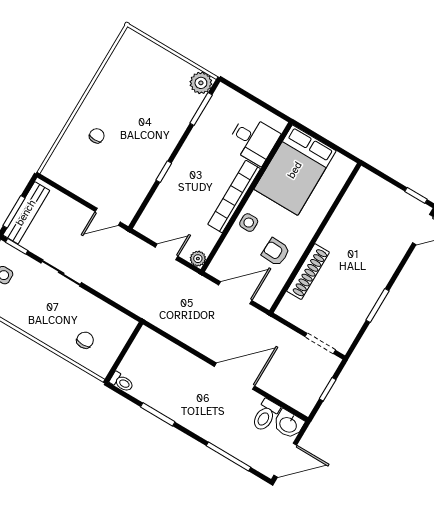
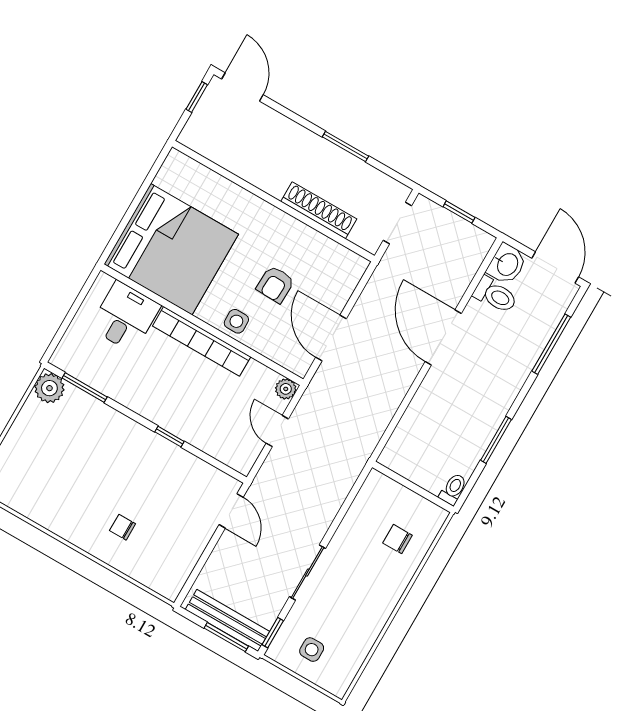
bed: (295, 170) -> (171, 249), width x1.36
wall: (315, 238) -> (273, 201), moved
shoe rack: (308, 272) -> (319, 210), moved

